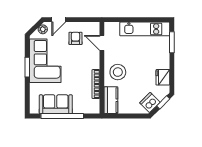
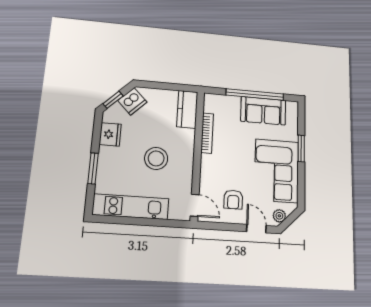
door: (59, 20) -> (256, 229), hinge flipped
window: (172, 42) -> (93, 168), moved
door: (102, 43) -> (195, 205), moved
window: (27, 67) -> (301, 149), moved
stool: (118, 72) -> (156, 158), moved

